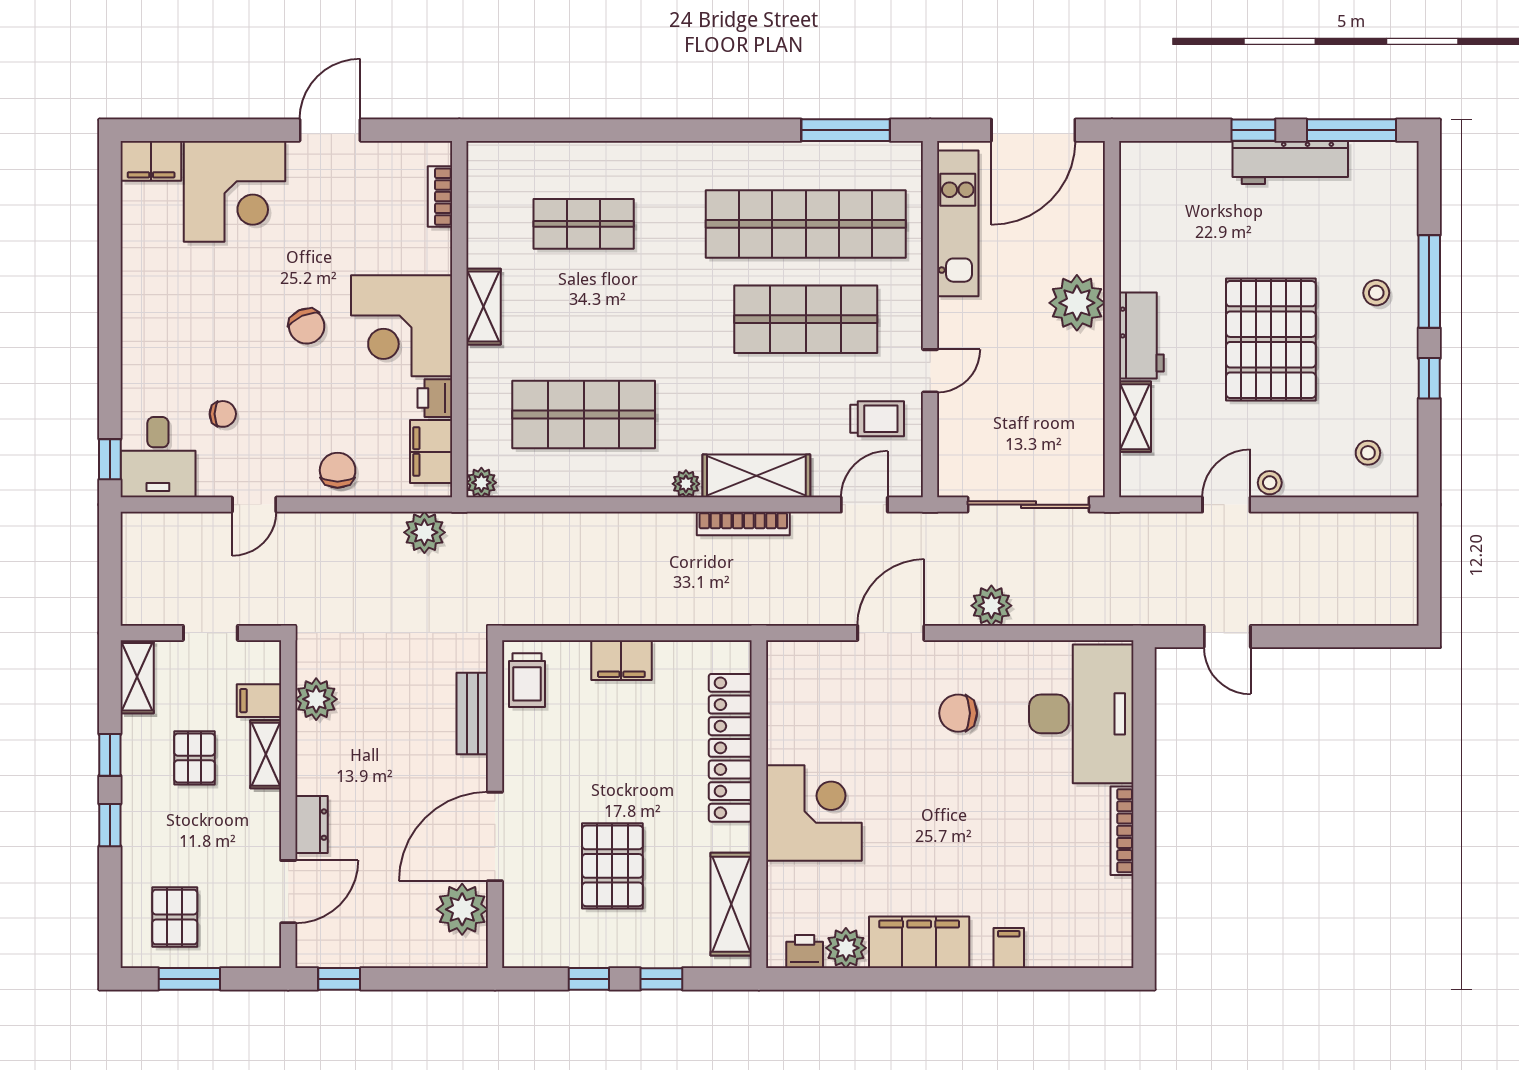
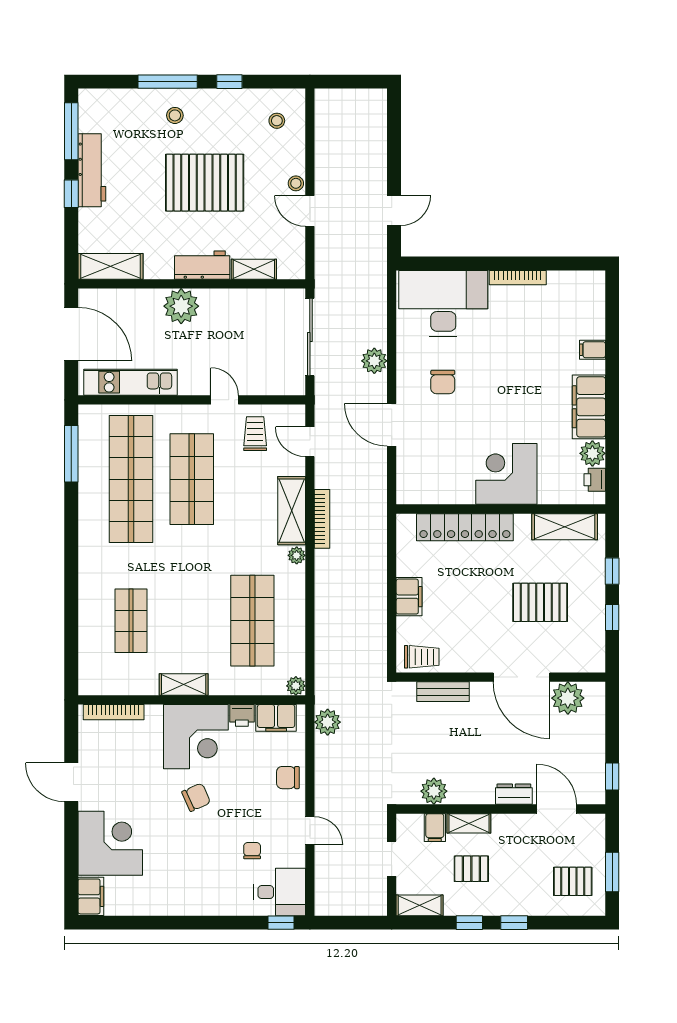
shelving: (1139, 192) -> (110, 266), added
bookcase: (440, 197) -> (114, 712), width x1.56

